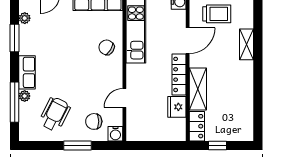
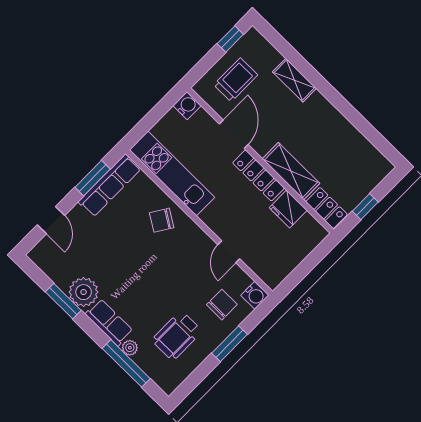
plant: (25, 18) -> (84, 292), moved, width x1.87, depth x1.87
wheelchair: (55, 114) -> (177, 336), turned -117
chair: (94, 121) -> (222, 305), turned 180

